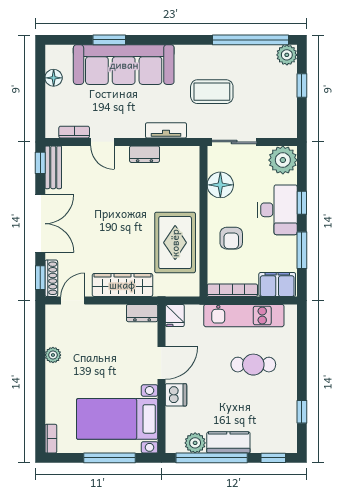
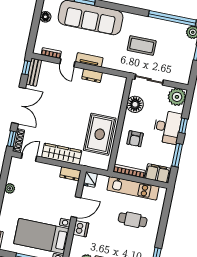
tv unit: (166, 130) -> (89, 60), moved

